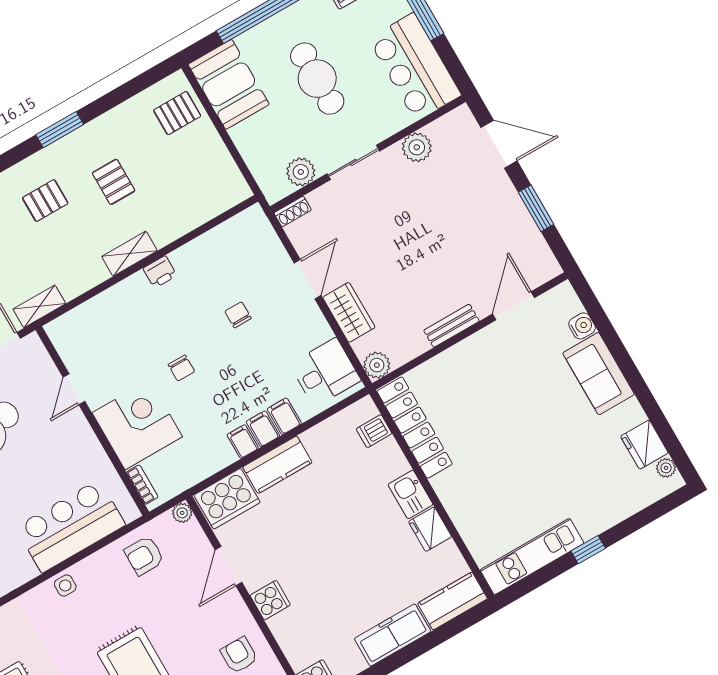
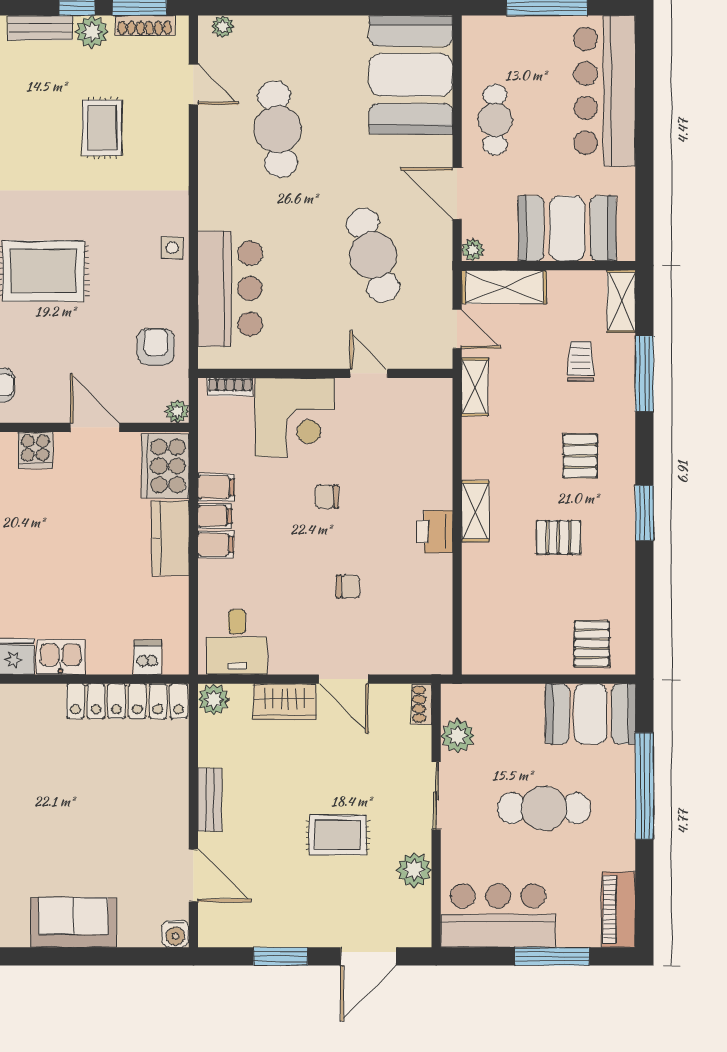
rug: (424, 218) -> (338, 835), added
printer: (160, 272) -> (435, 532), width x1.36, depth x1.24
water cooler: (582, 326) -> (175, 934), moved
filing cabinet: (284, 416) -> (216, 487), moved

